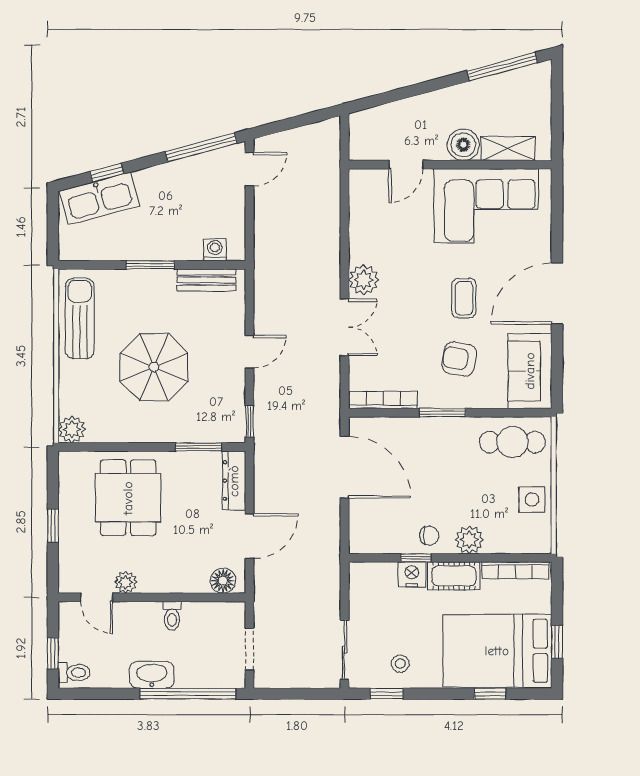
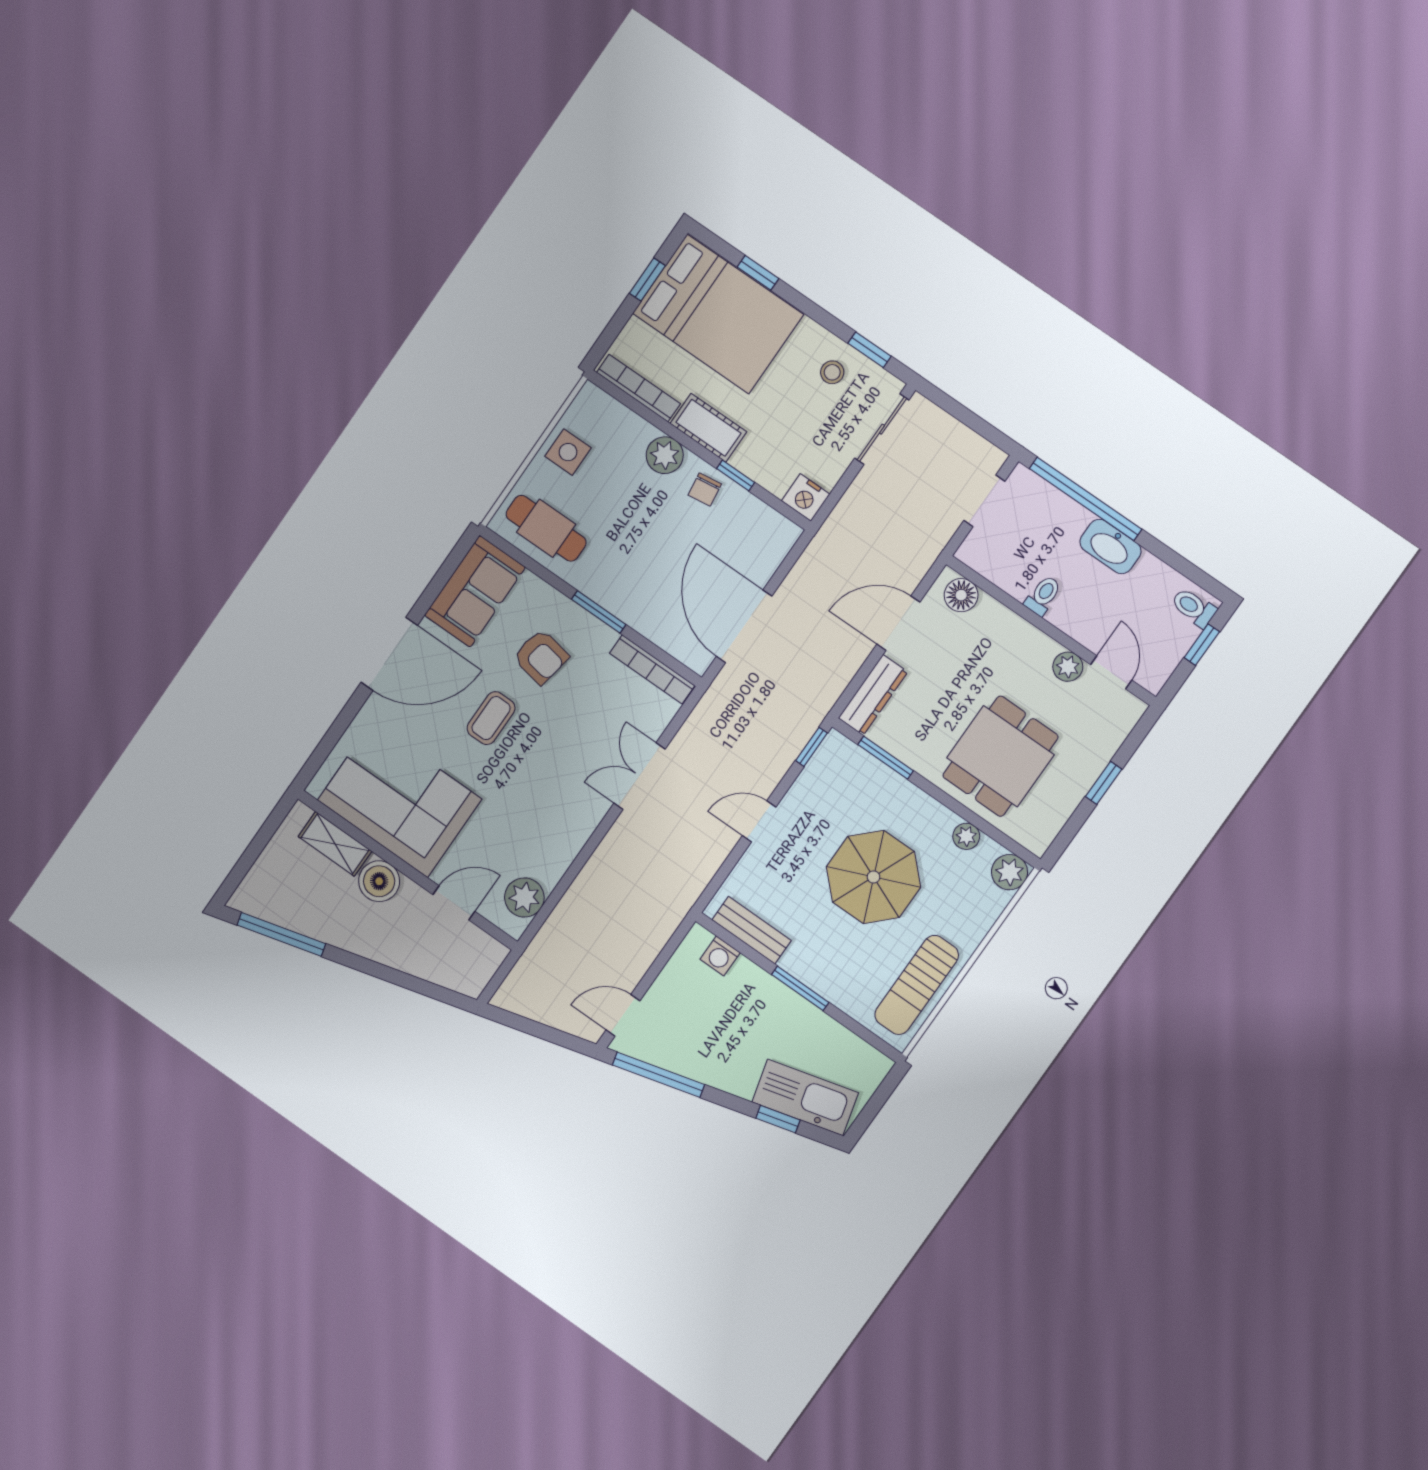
plant: (364, 280) -> (524, 897), moved
plant: (114, 433) -> (966, 836), added
chair: (429, 536) -> (705, 490), turned -98
nightstand: (412, 574) -> (806, 497), moved

